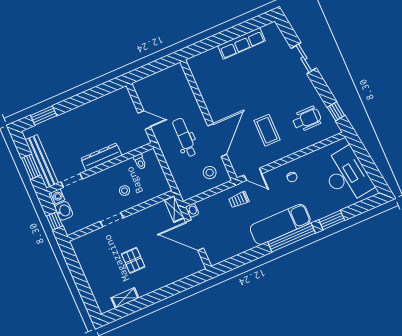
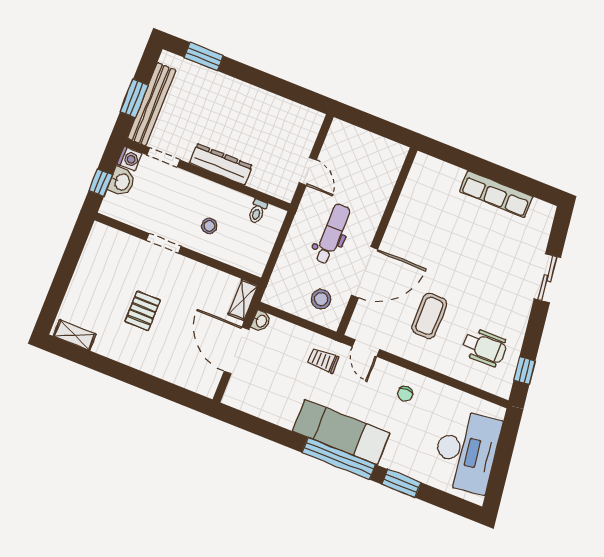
shelving: (125, 298) -> (75, 335), moved

